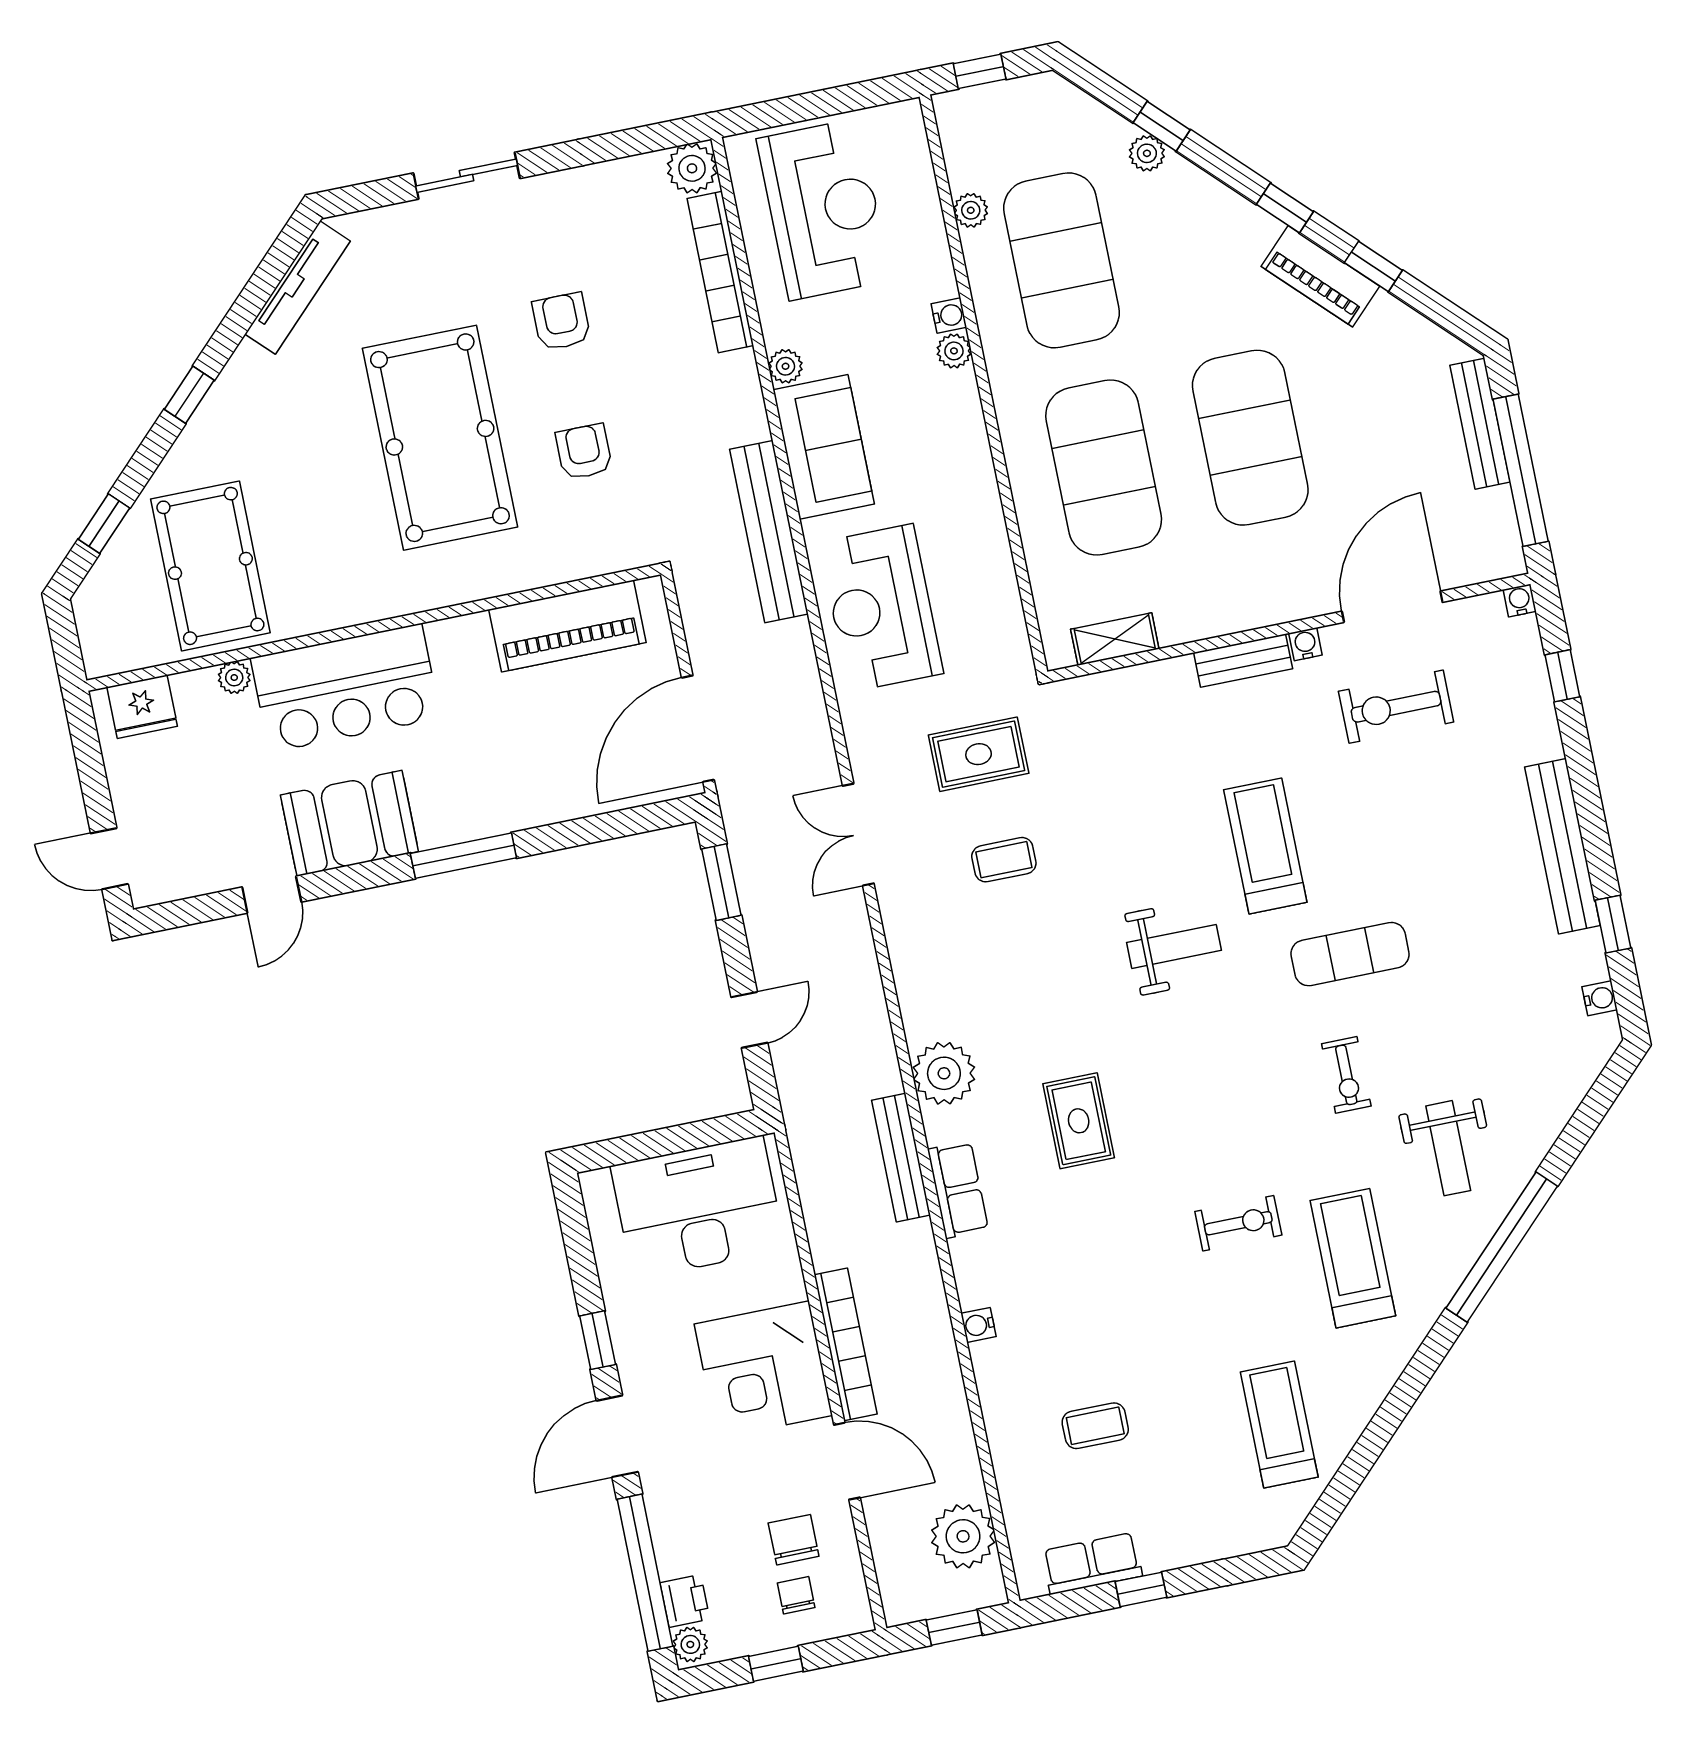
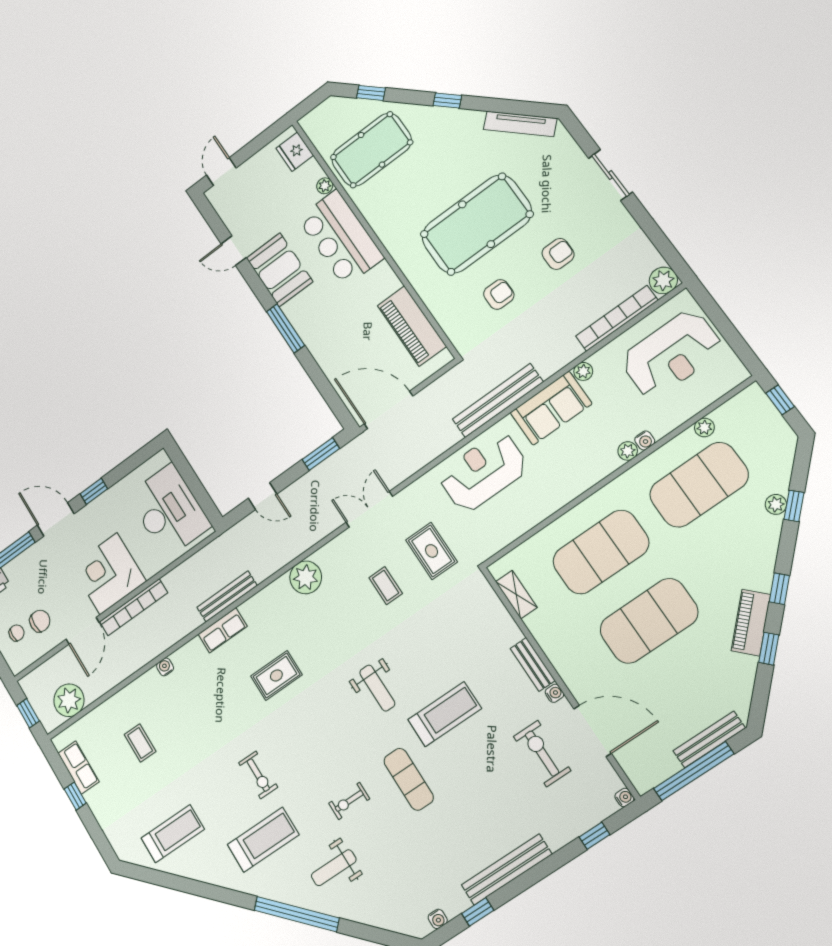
plant: (944, 1073) -> (306, 577), moved

